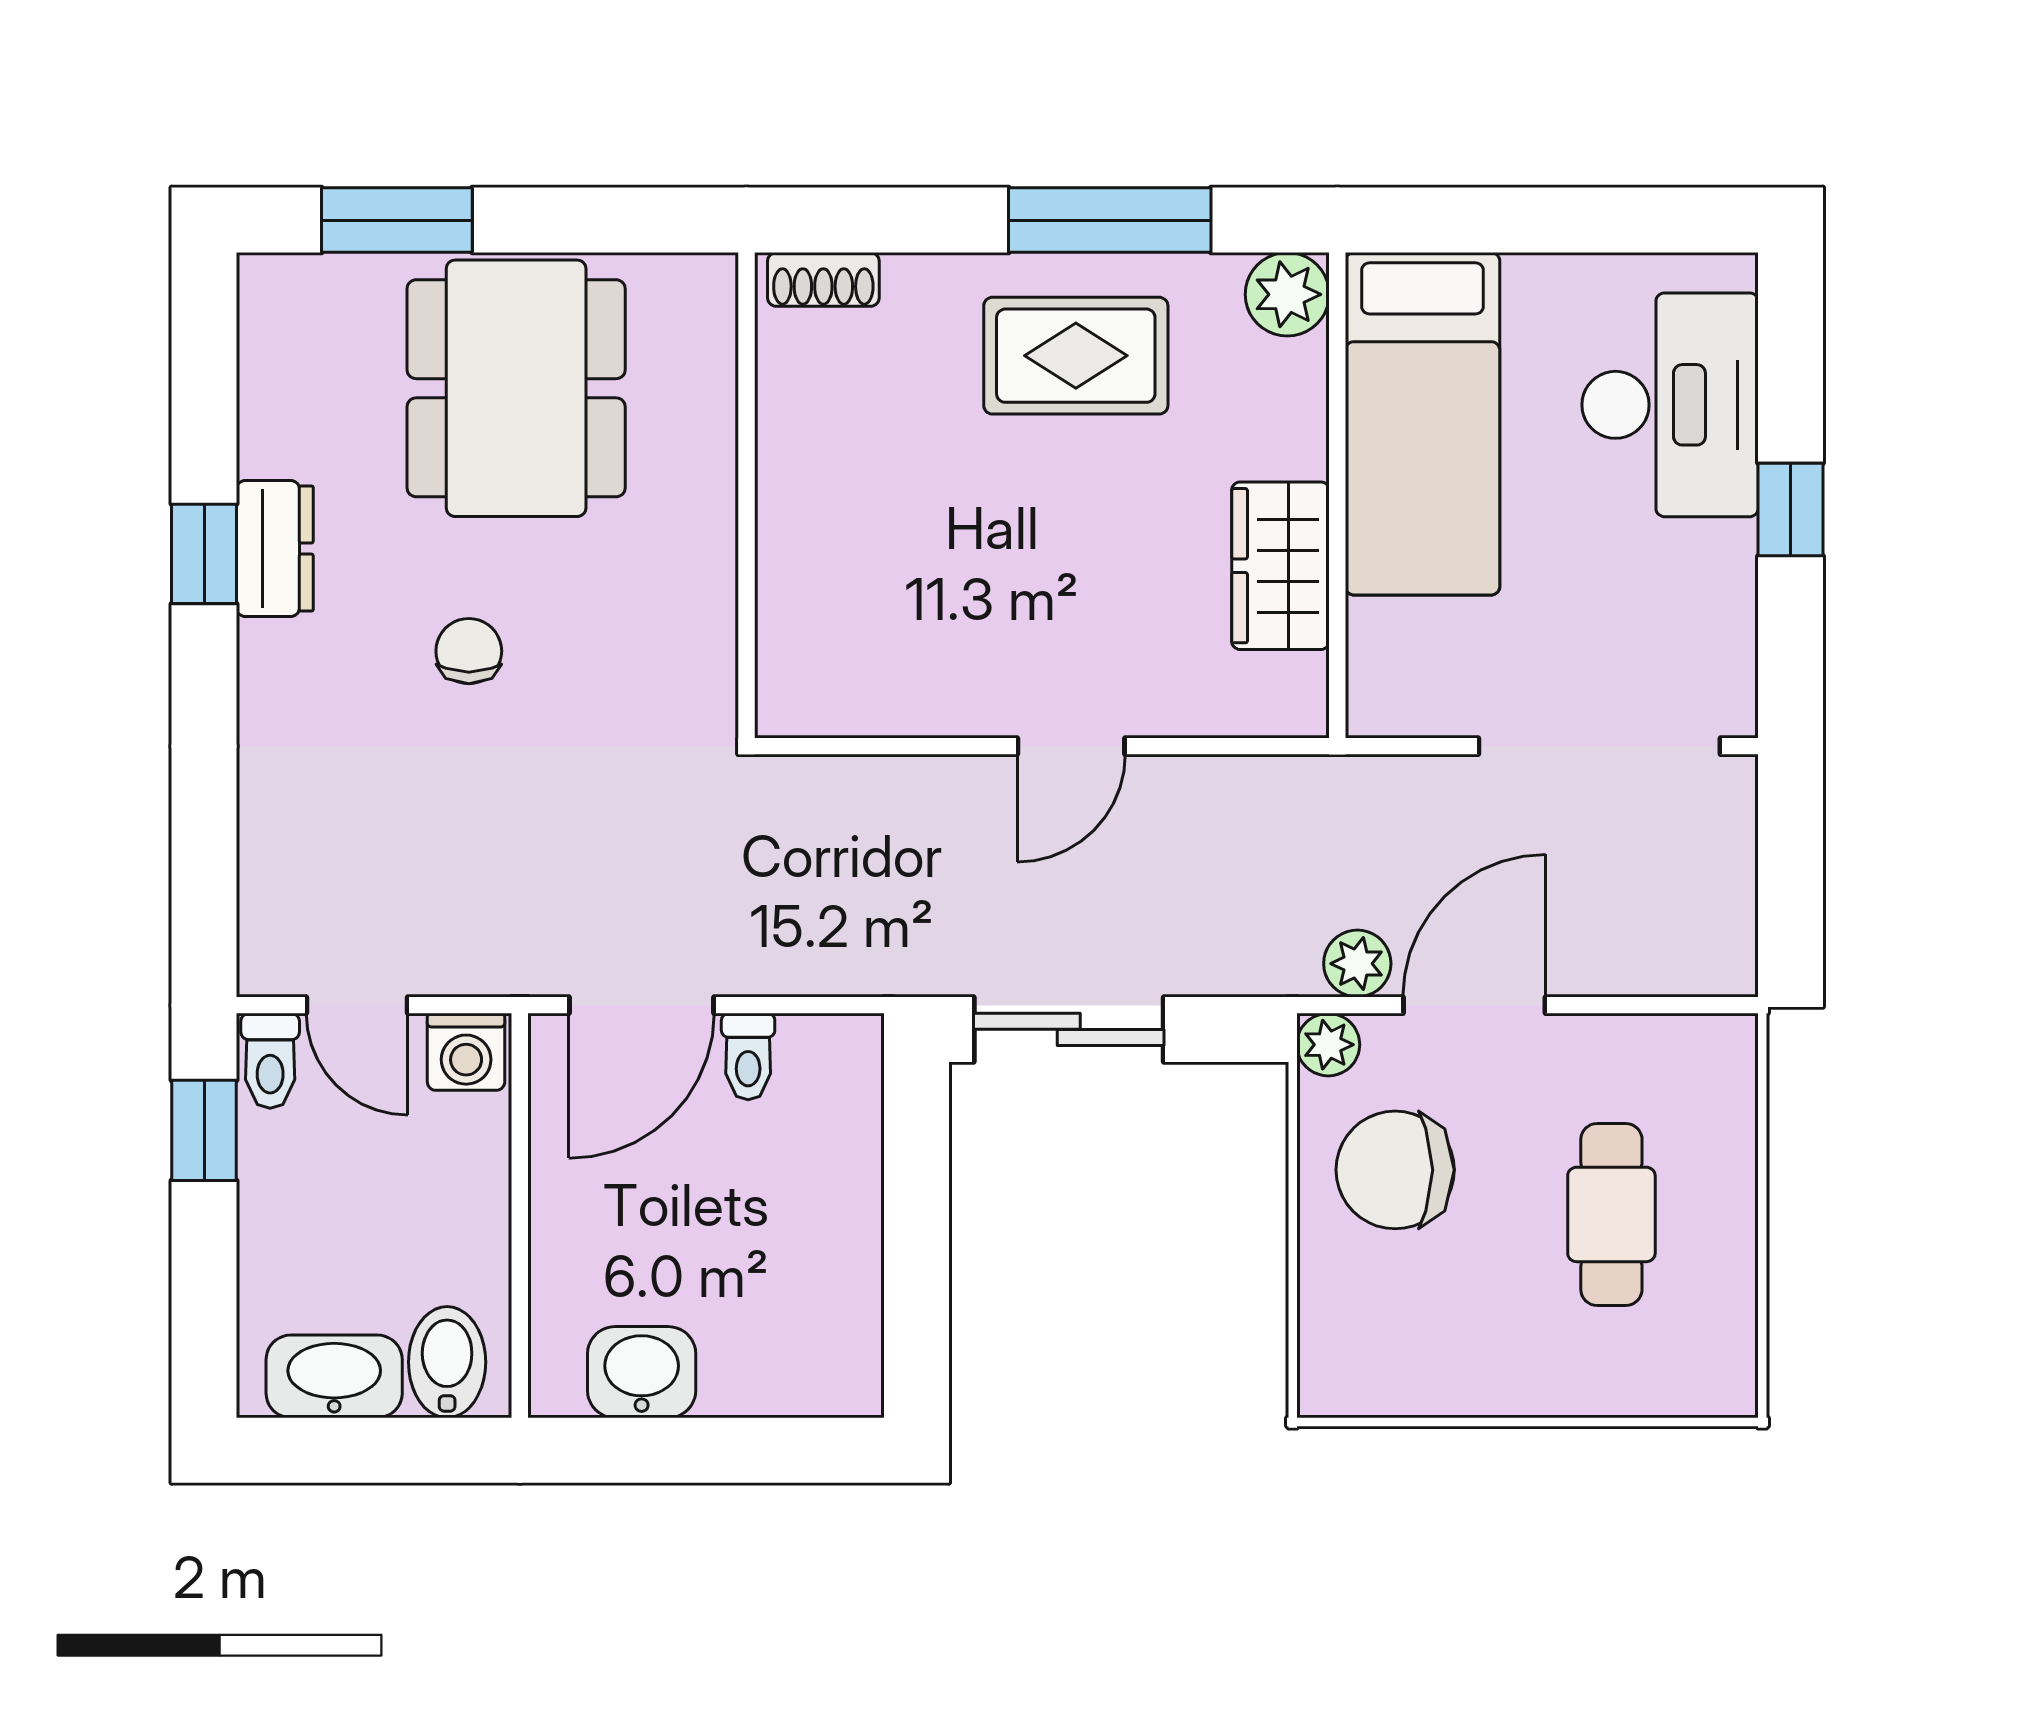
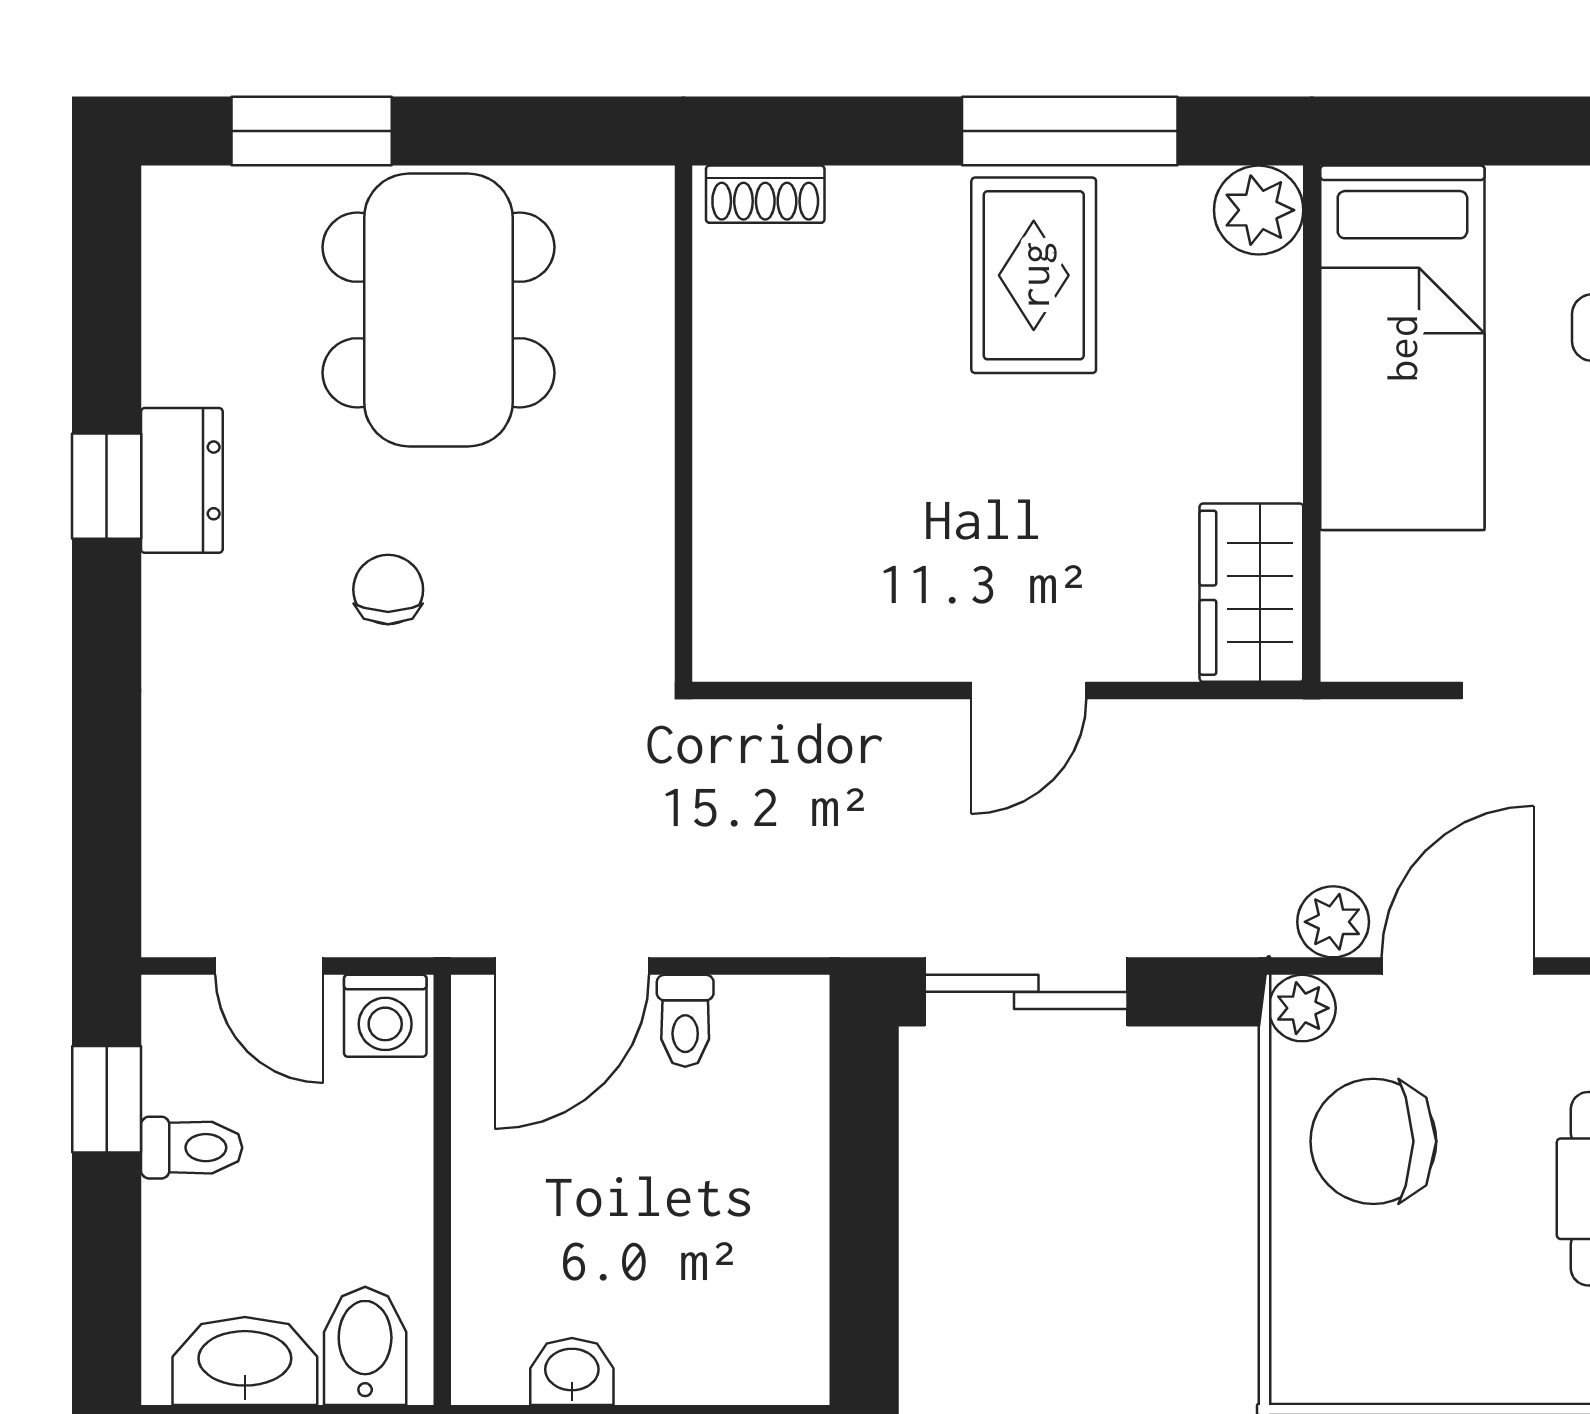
rug: (1076, 356) -> (1034, 275), turned 90
wardrobe: (1280, 566) -> (1251, 593), moved
toilet: (270, 1061) -> (192, 1148), moved, turned -90
washbasin: (642, 1372) -> (572, 1371), width x0.72, depth x0.69

